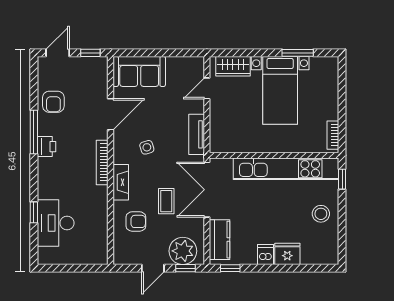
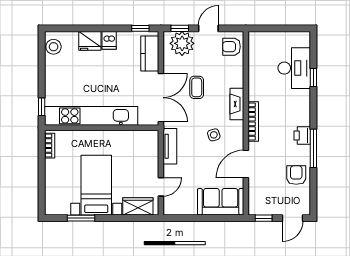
stool: (321, 214) -> (54, 47), moved
armchair: (136, 221) -> (232, 47), moved

